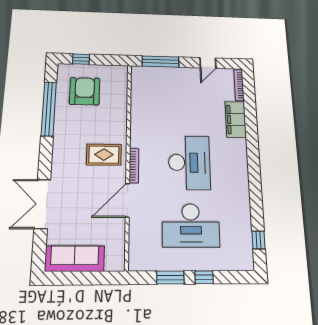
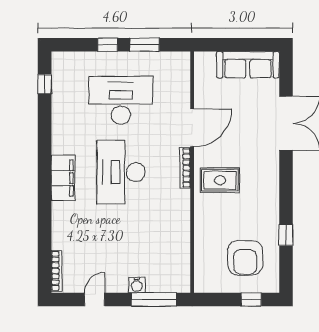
water cooler: (174, 73) -> (137, 285), added
window: (49, 109) -> (286, 235), width x0.32
filing cabinet: (236, 120) -> (63, 178), moved

